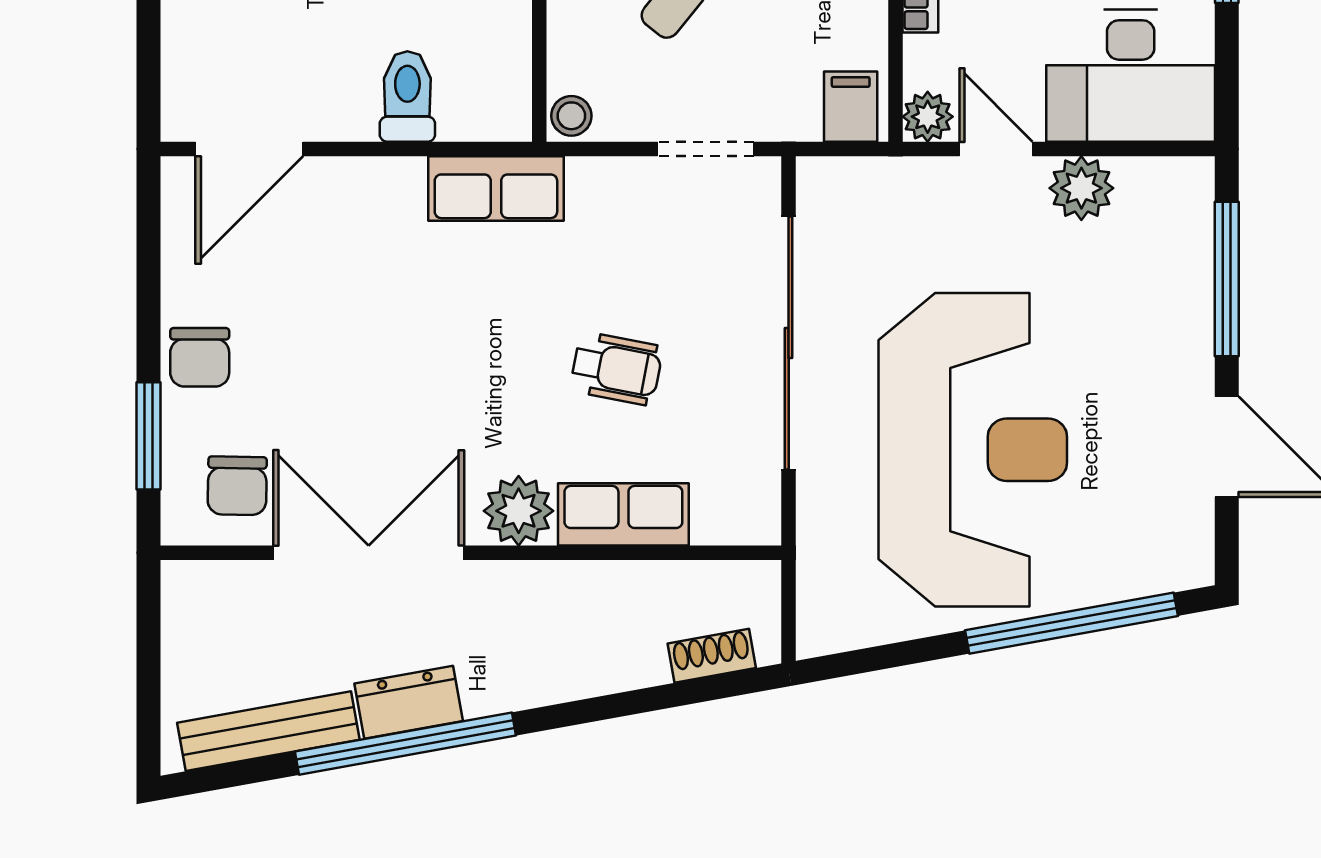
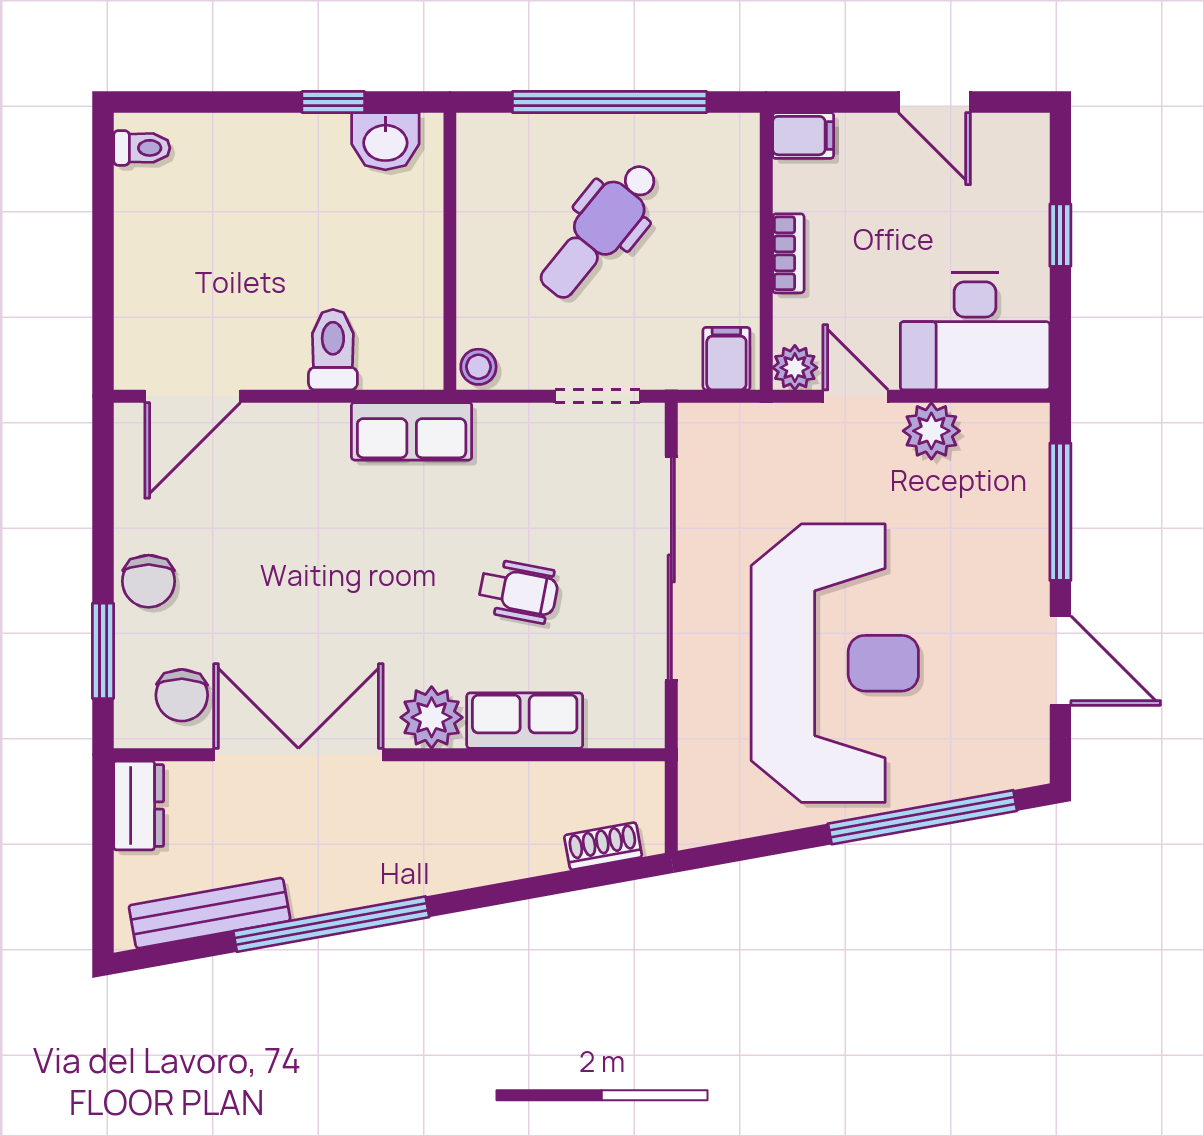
dresser: (409, 702) -> (139, 805), moved, turned 100

